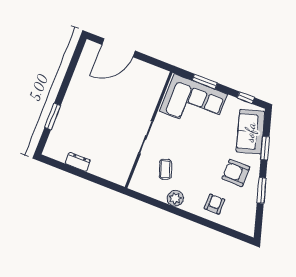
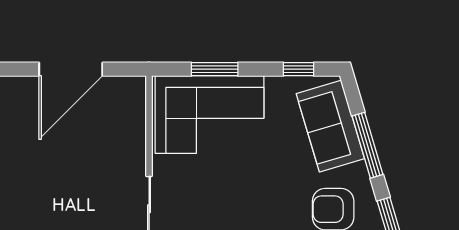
door: (119, 48) -> (71, 69), moved
window: (265, 148) -> (368, 145), width x1.44

